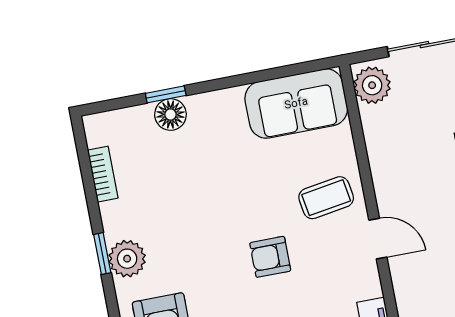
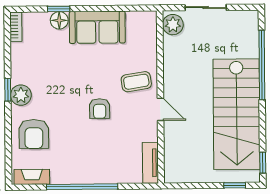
sofa: (296, 103) -> (97, 27), moved
bookcase: (103, 174) -> (16, 27), moved
armchair: (270, 257) -> (100, 109), turned -90

